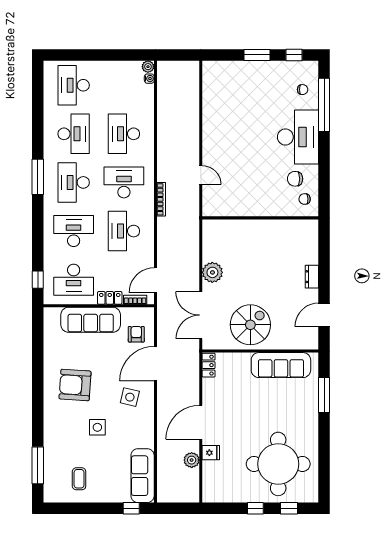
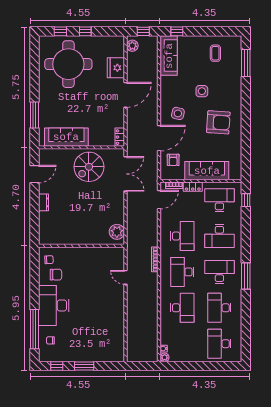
desk: (74, 85) -> (219, 344), turned 180
desk: (74, 182) -> (219, 272), turned -90
desk: (124, 182) -> (182, 272), turned 90
plant: (212, 272) -> (117, 232), moved
fridge: (211, 453) -> (116, 68), width x1.88, depth x1.34
plant: (192, 460) -> (132, 46), moved
window: (177, 508) -> (143, 31), added

